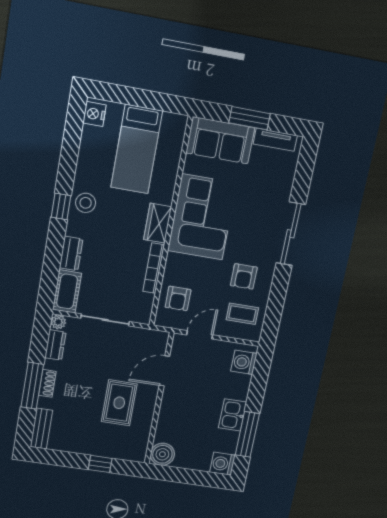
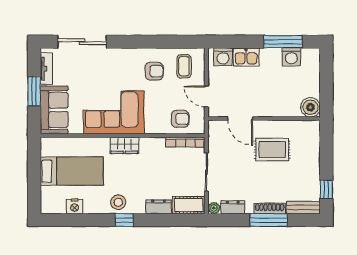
nightstand: (95, 114) -> (75, 206), moved
sliding door: (291, 234) -> (82, 42), moved
bookcase: (154, 268) -> (185, 142), moved
shoe rack: (47, 383) -> (270, 209), width x1.43
kitchen sink: (233, 415) -> (246, 57), moved
window: (100, 464) -> (326, 189), moved
washing machine: (222, 464) -> (291, 57), moved

